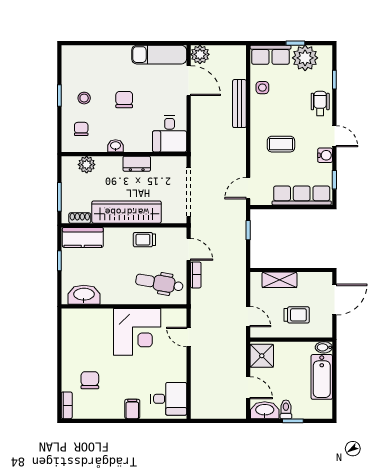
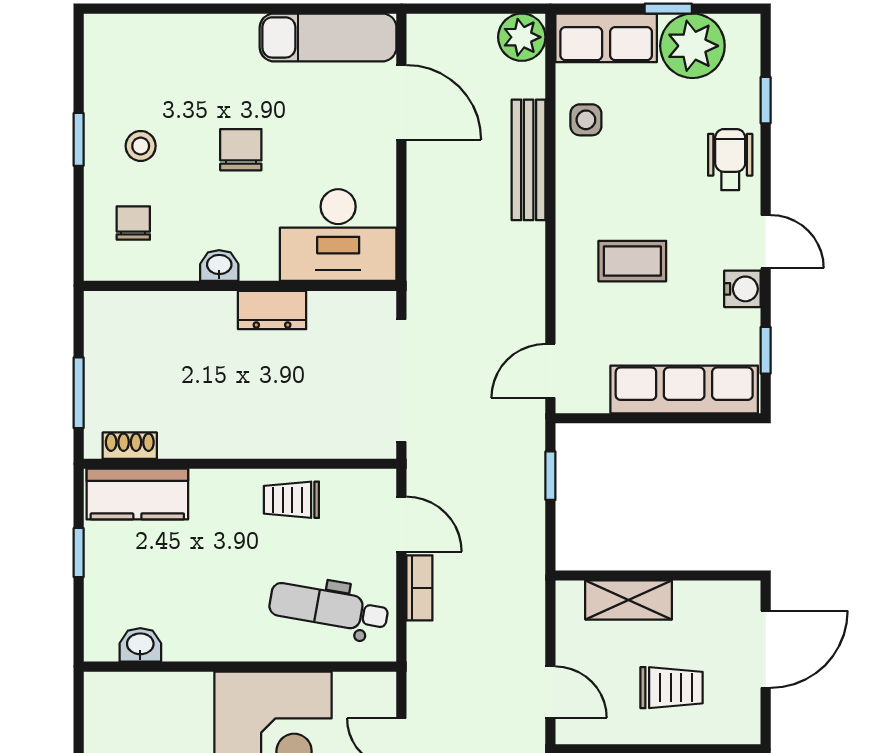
plant: (200, 54) -> (522, 37), moved
desk: (170, 134) -> (338, 235), width x1.37
plant: (87, 165) -> (147, 312), removed
wardrobe: (127, 212) -> (247, 431), removed
washbasin: (84, 295) -> (140, 645), width x0.52, depth x0.69

